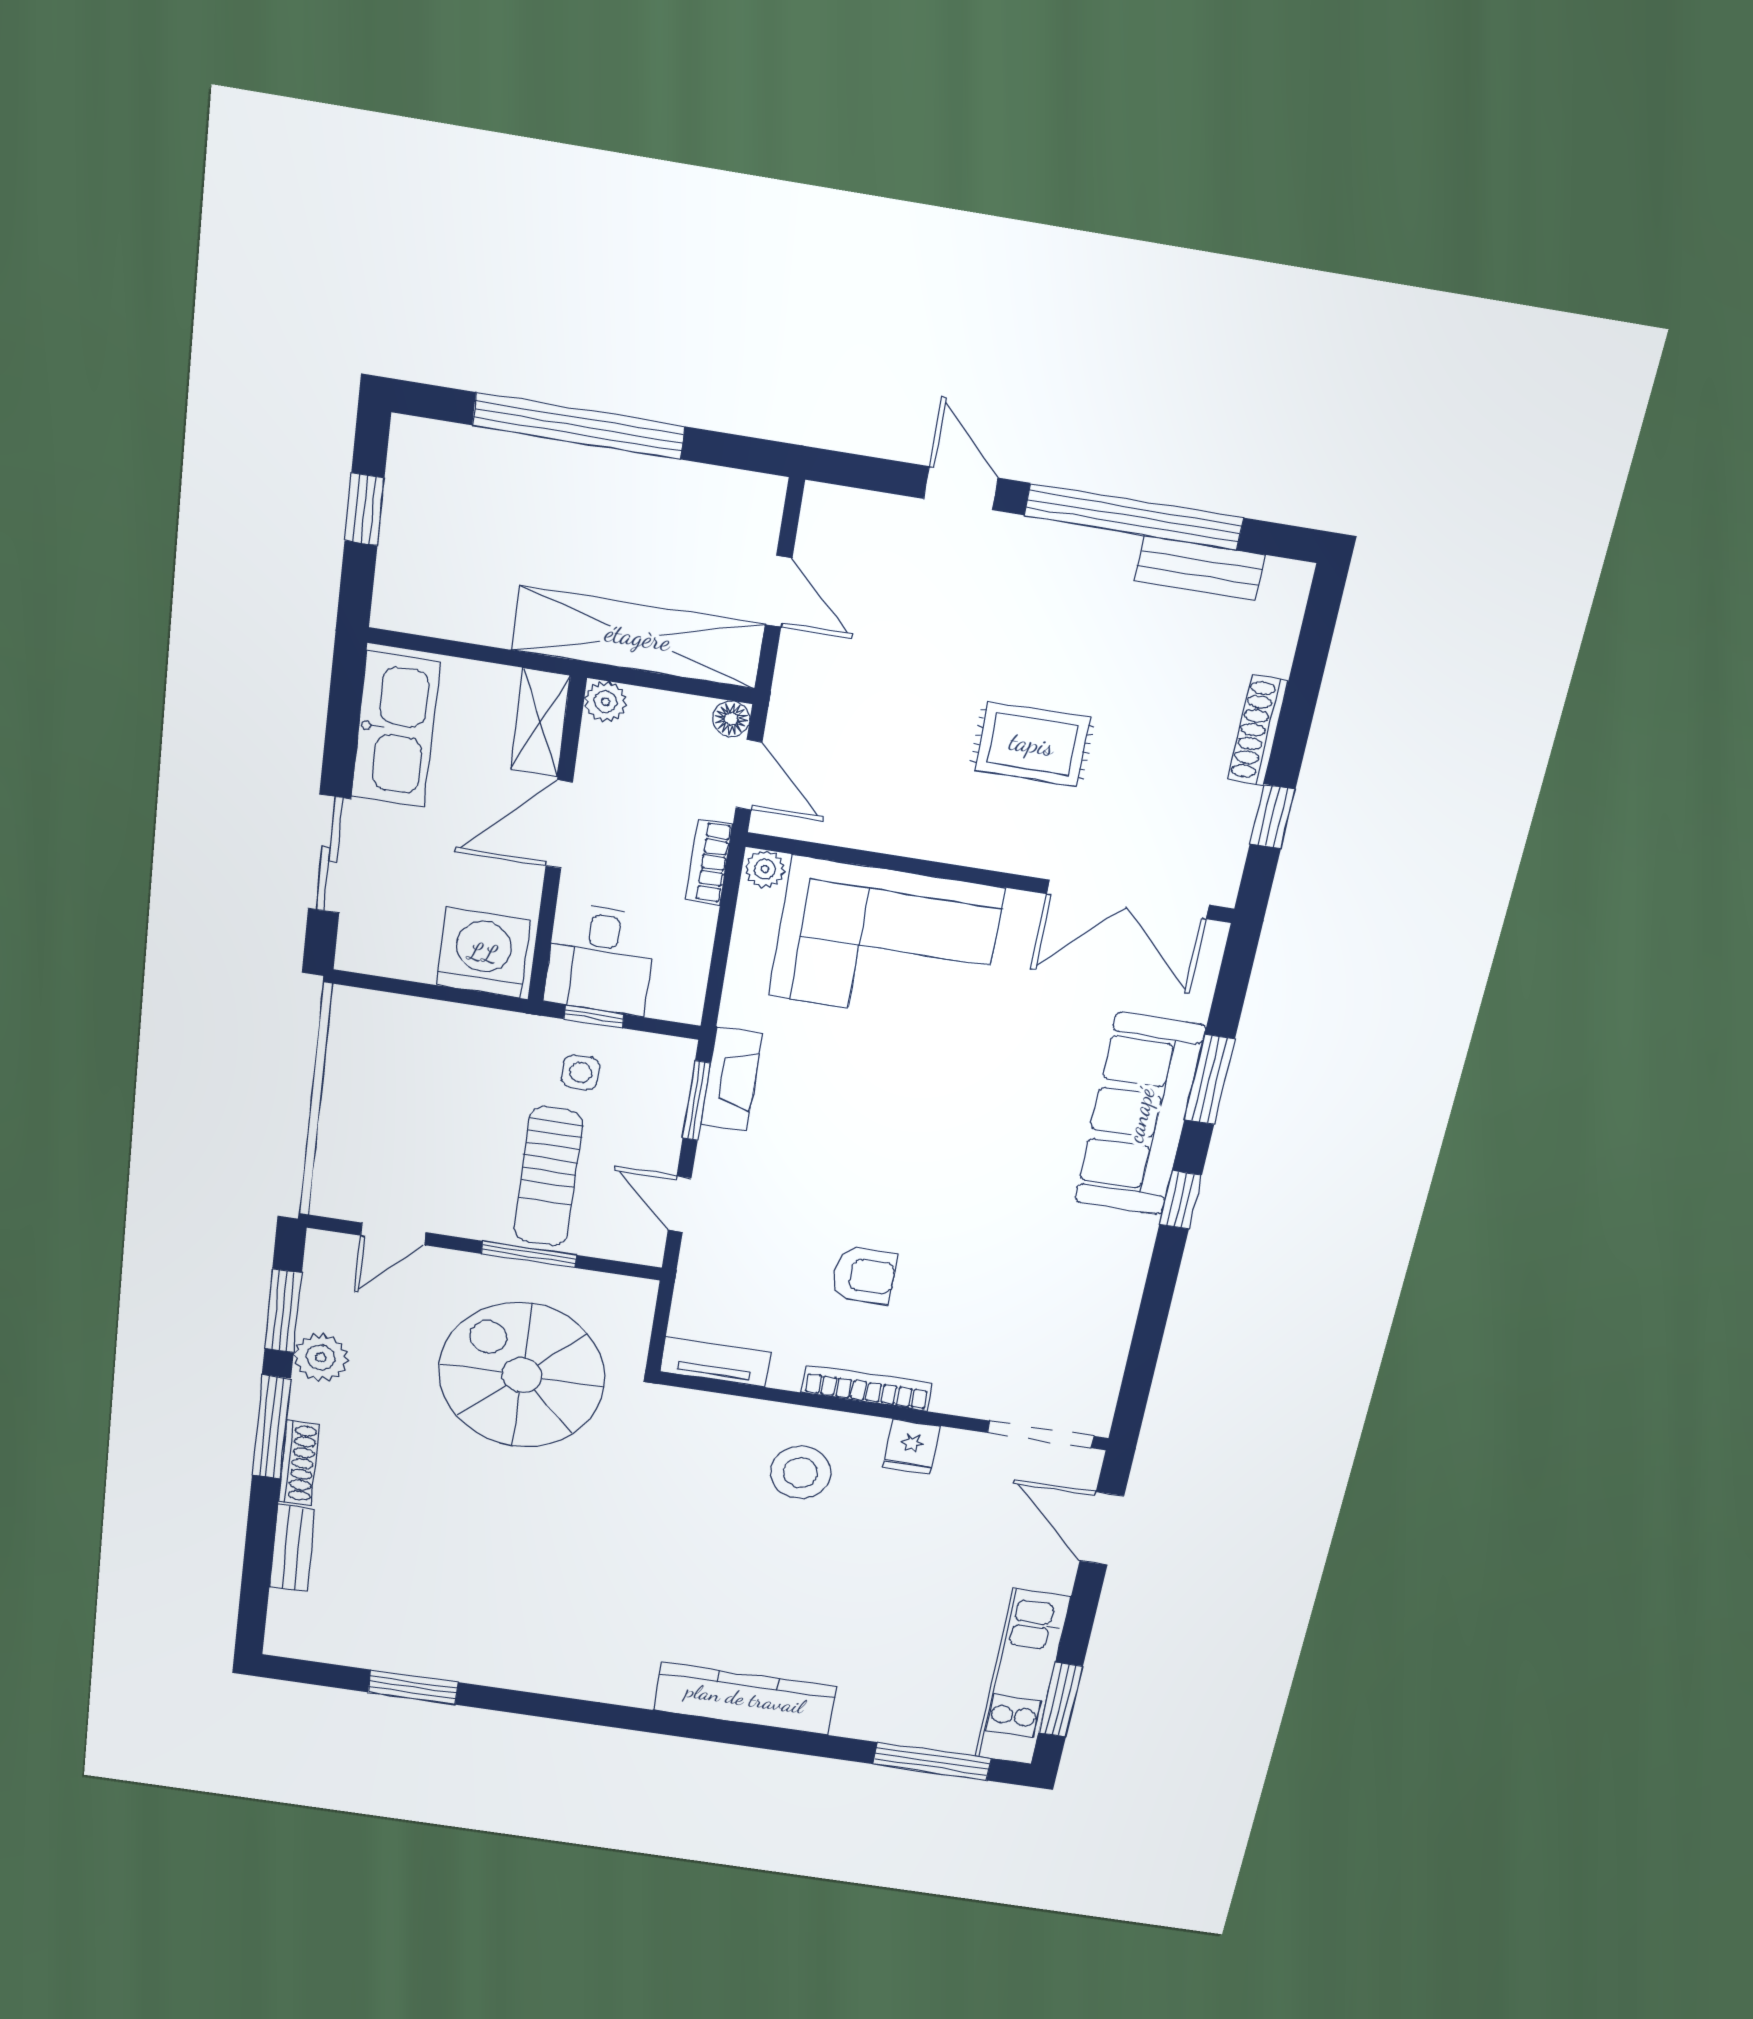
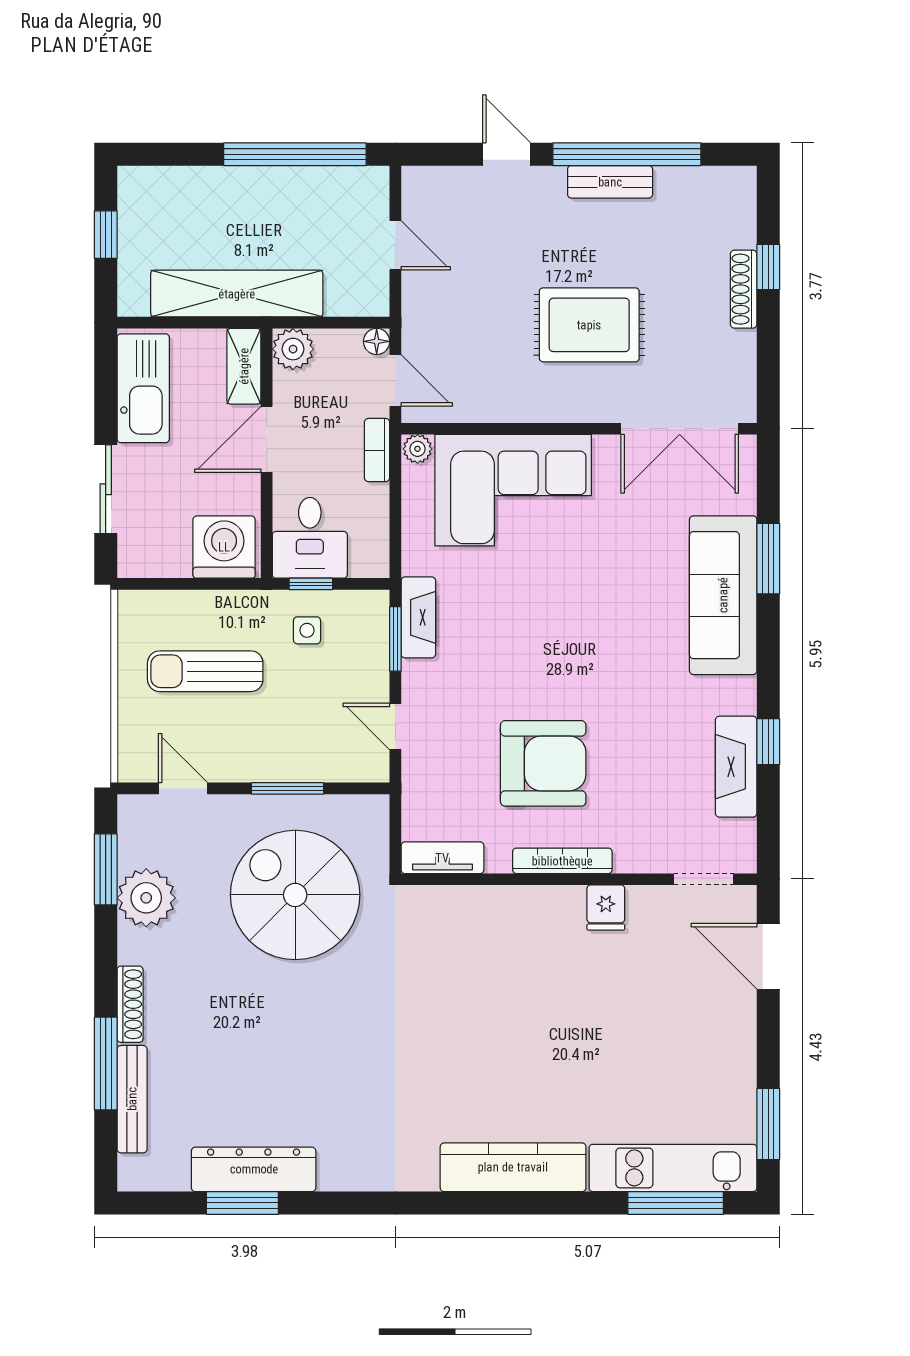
window: (579, 426) -> (295, 154), moved
bench: (1200, 568) -> (610, 182), moved
shelving: (638, 637) -> (237, 294), moved
plant: (606, 702) -> (293, 349), width x1.38, depth x1.38
rug: (1032, 744) -> (589, 325), width x1.36, depth x1.43
window: (1273, 816) -> (768, 267), moved
sun lounger: (548, 1177) -> (205, 671), moved, turned 90
window: (1181, 1200) -> (768, 742), moved
door: (393, 1234) -> (183, 788), swing flipped
armchair: (864, 1275) -> (543, 763), width x1.88, depth x1.88
fireplace: (1110, 1316) -> (736, 767), added
plant: (321, 1357) -> (146, 898), width x1.36, depth x1.36
window: (271, 1427) -> (106, 1064), moved
doorway: (1041, 1434) -> (704, 879), width x0.73
stool: (801, 1472) -> (524, 946), removed
bench: (292, 1548) -> (132, 1099), width x1.36
dresser: (431, 1656) -> (254, 1169), added
kitchen unit: (1022, 1677) -> (673, 1168), moved, turned 90

